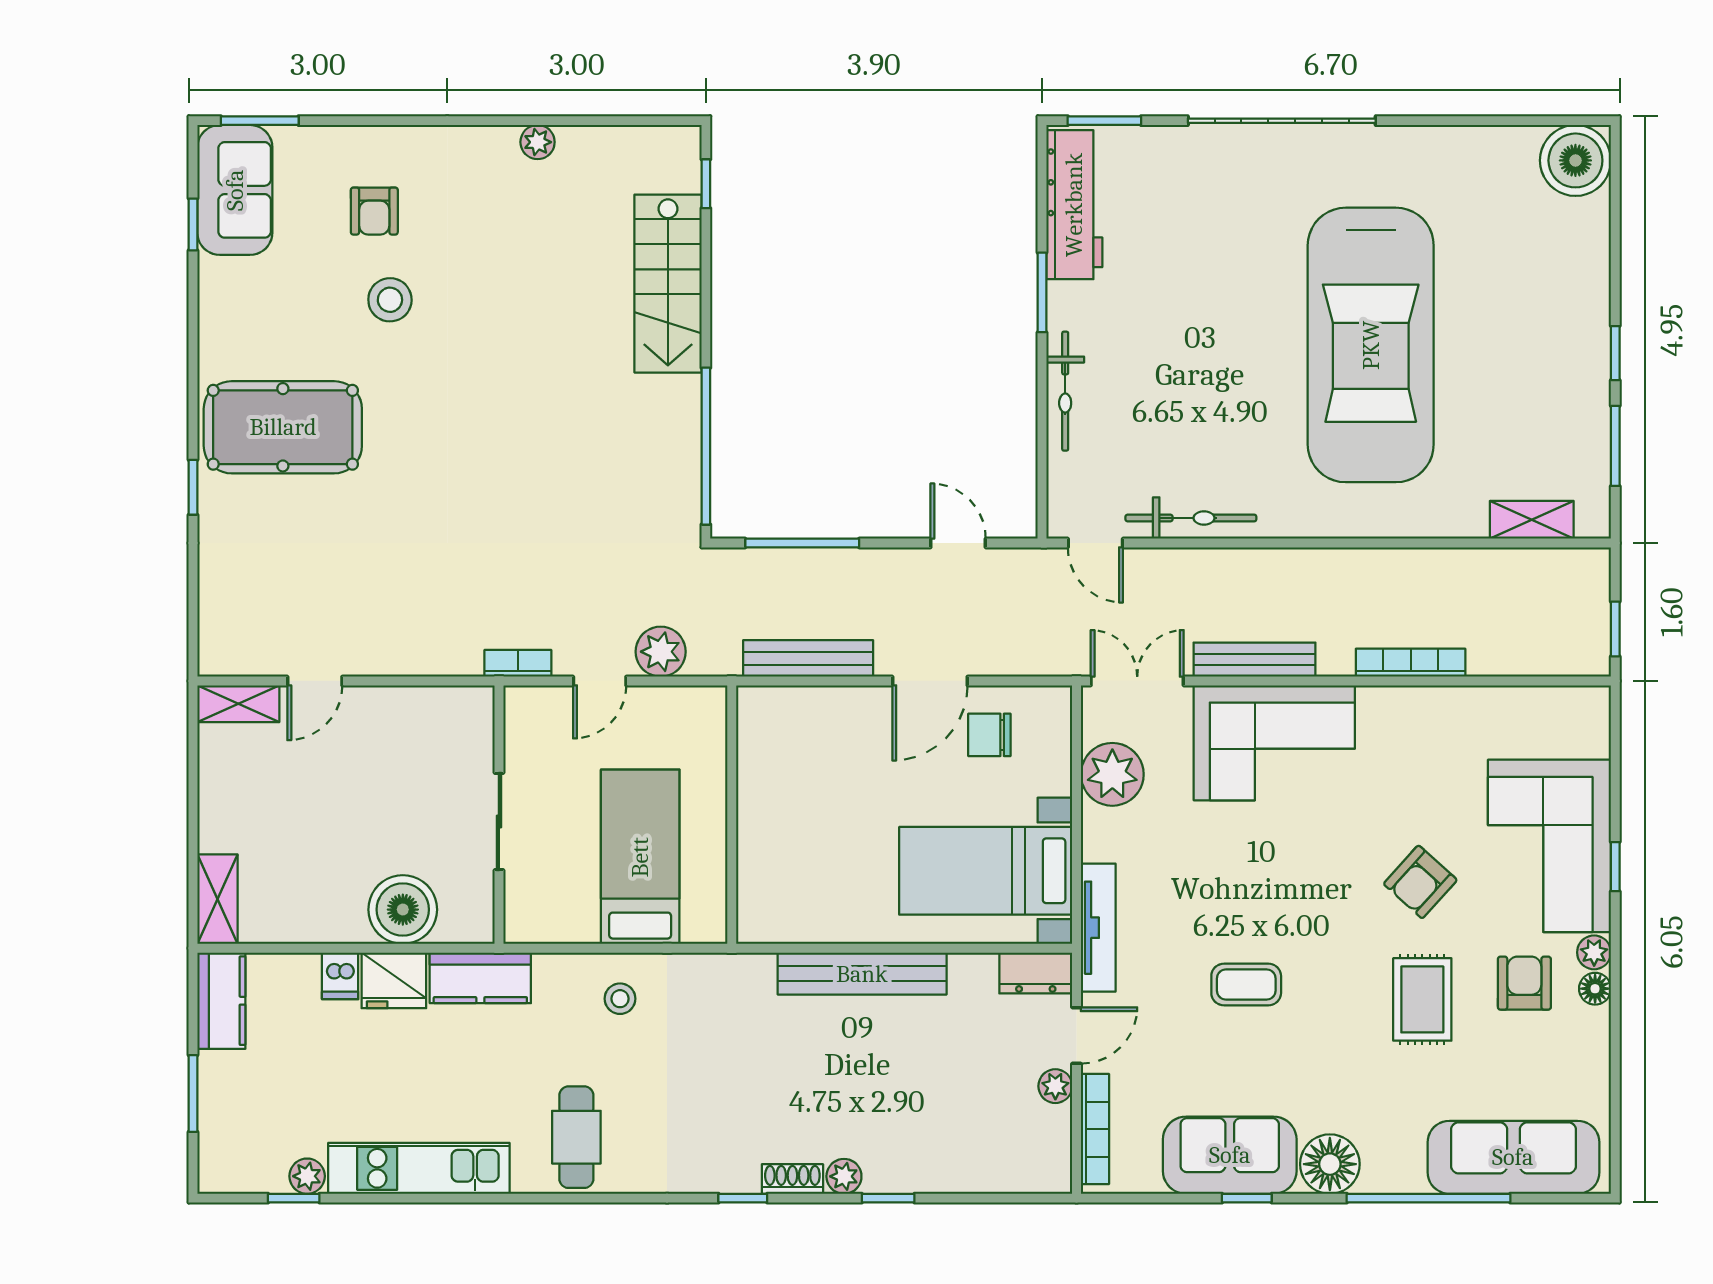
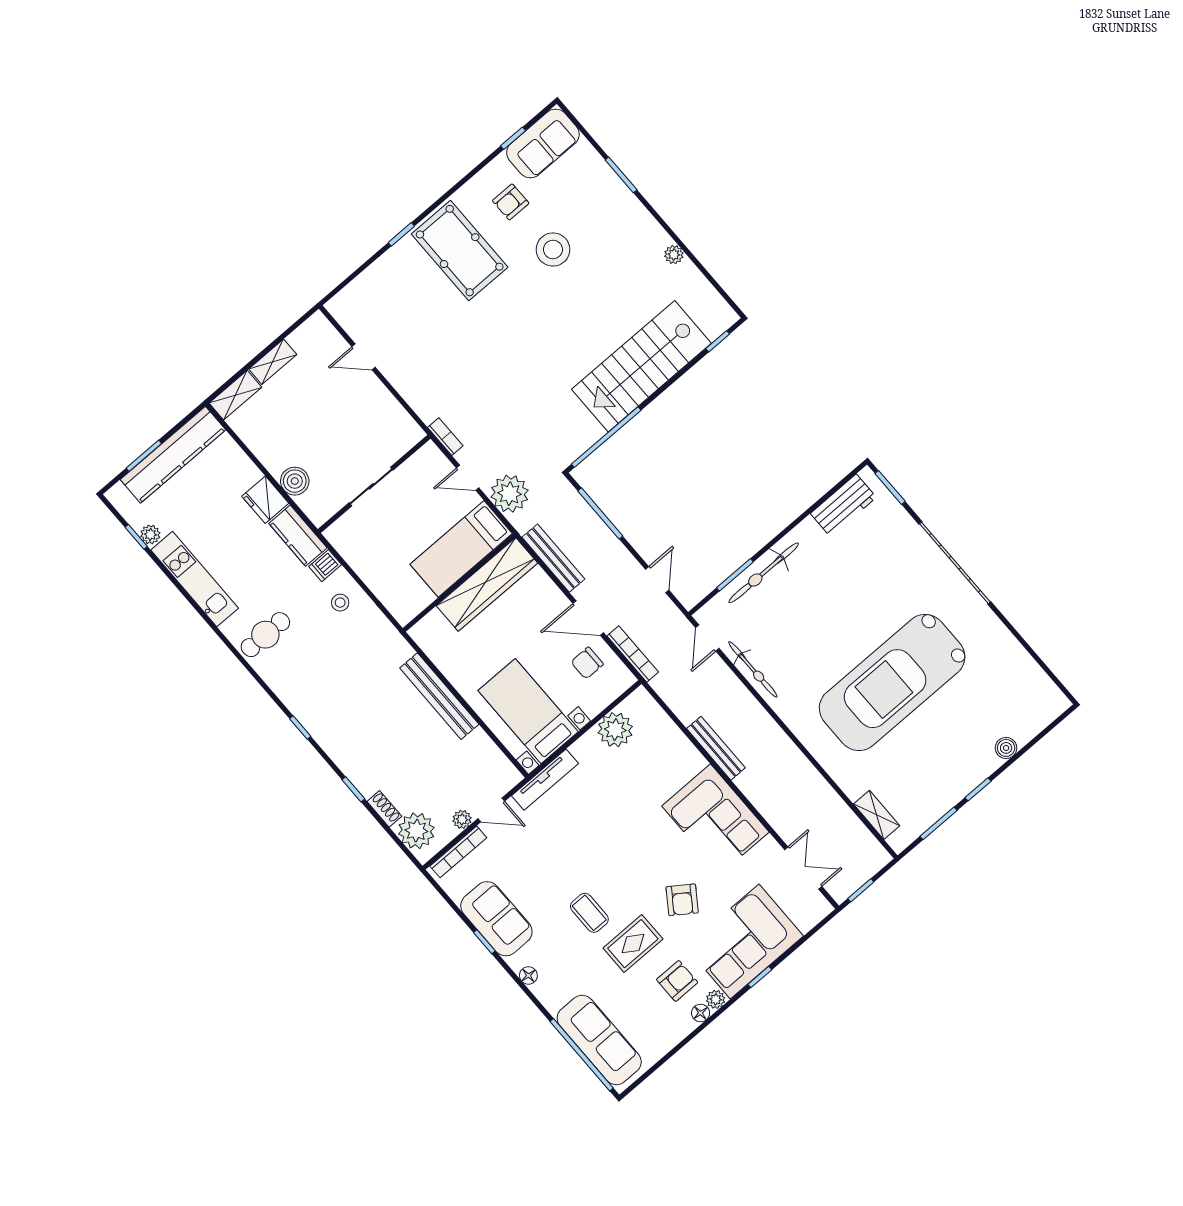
window: (260, 121) -> (621, 175), moved
boiler: (1575, 160) -> (1006, 748), moved, width x0.54, depth x0.54
workbench: (1074, 205) -> (843, 505), width x0.73
armchair: (374, 211) -> (511, 202), moved
stairs: (668, 284) -> (641, 366), width x1.36, depth x1.51
window: (1042, 292) -> (735, 575), moved
stool: (390, 300) -> (553, 249), width x1.38, depth x1.38
bicycle: (1065, 391) -> (764, 573), width x1.37, depth x1.40
plant: (661, 652) -> (510, 494), width x1.36, depth x1.36
bookcase: (1411, 663) -> (633, 654), moved
double door: (1137, 681) -> (803, 868), moved
shelving: (238, 704) -> (273, 362), moved, turned 90
chair: (989, 735) -> (587, 663), turned -90
corner sofa: (1274, 743) -> (715, 819), moved
wardrobe: (766, 779) -> (487, 584), added
bed: (640, 857) -> (461, 549), moved, turned 180
armchair: (1420, 882) -> (682, 900), turned -97
boiler: (403, 910) -> (295, 481), width x0.73, depth x0.73
dresser: (1036, 973) -> (503, 770), removed
dishwasher: (340, 976) -> (325, 566), moved
coffee table: (1246, 985) -> (589, 913), moved
kitchen counter: (221, 1001) -> (173, 455), width x2.08, depth x1.17
floor lamp: (1330, 1164) -> (528, 976), width x0.53, depth x0.53
plant: (844, 1176) -> (416, 831), moved, width x1.87, depth x1.87
shoe rack: (792, 1179) -> (384, 809), moved
window: (1428, 1198) -> (582, 1055), moved

